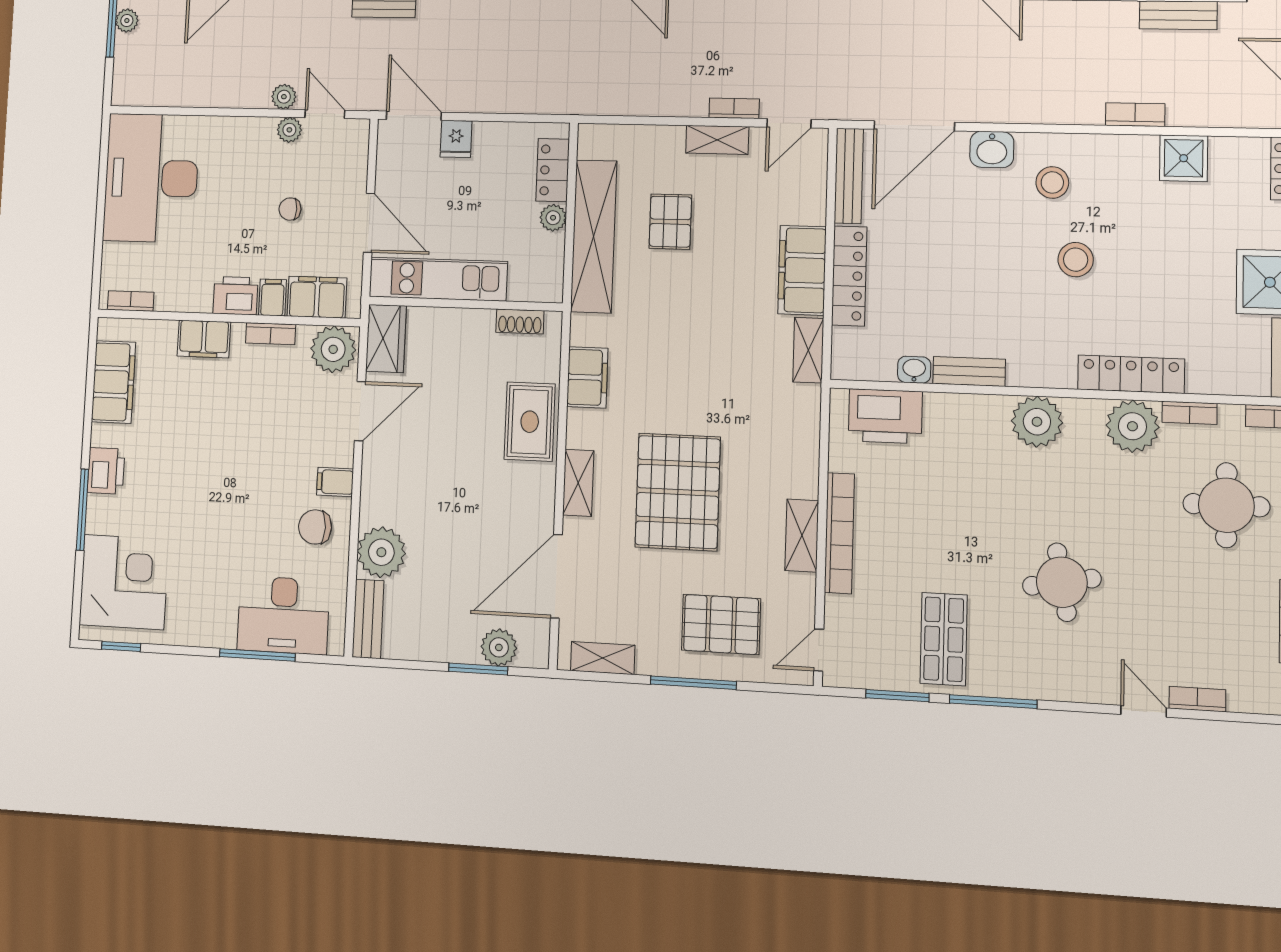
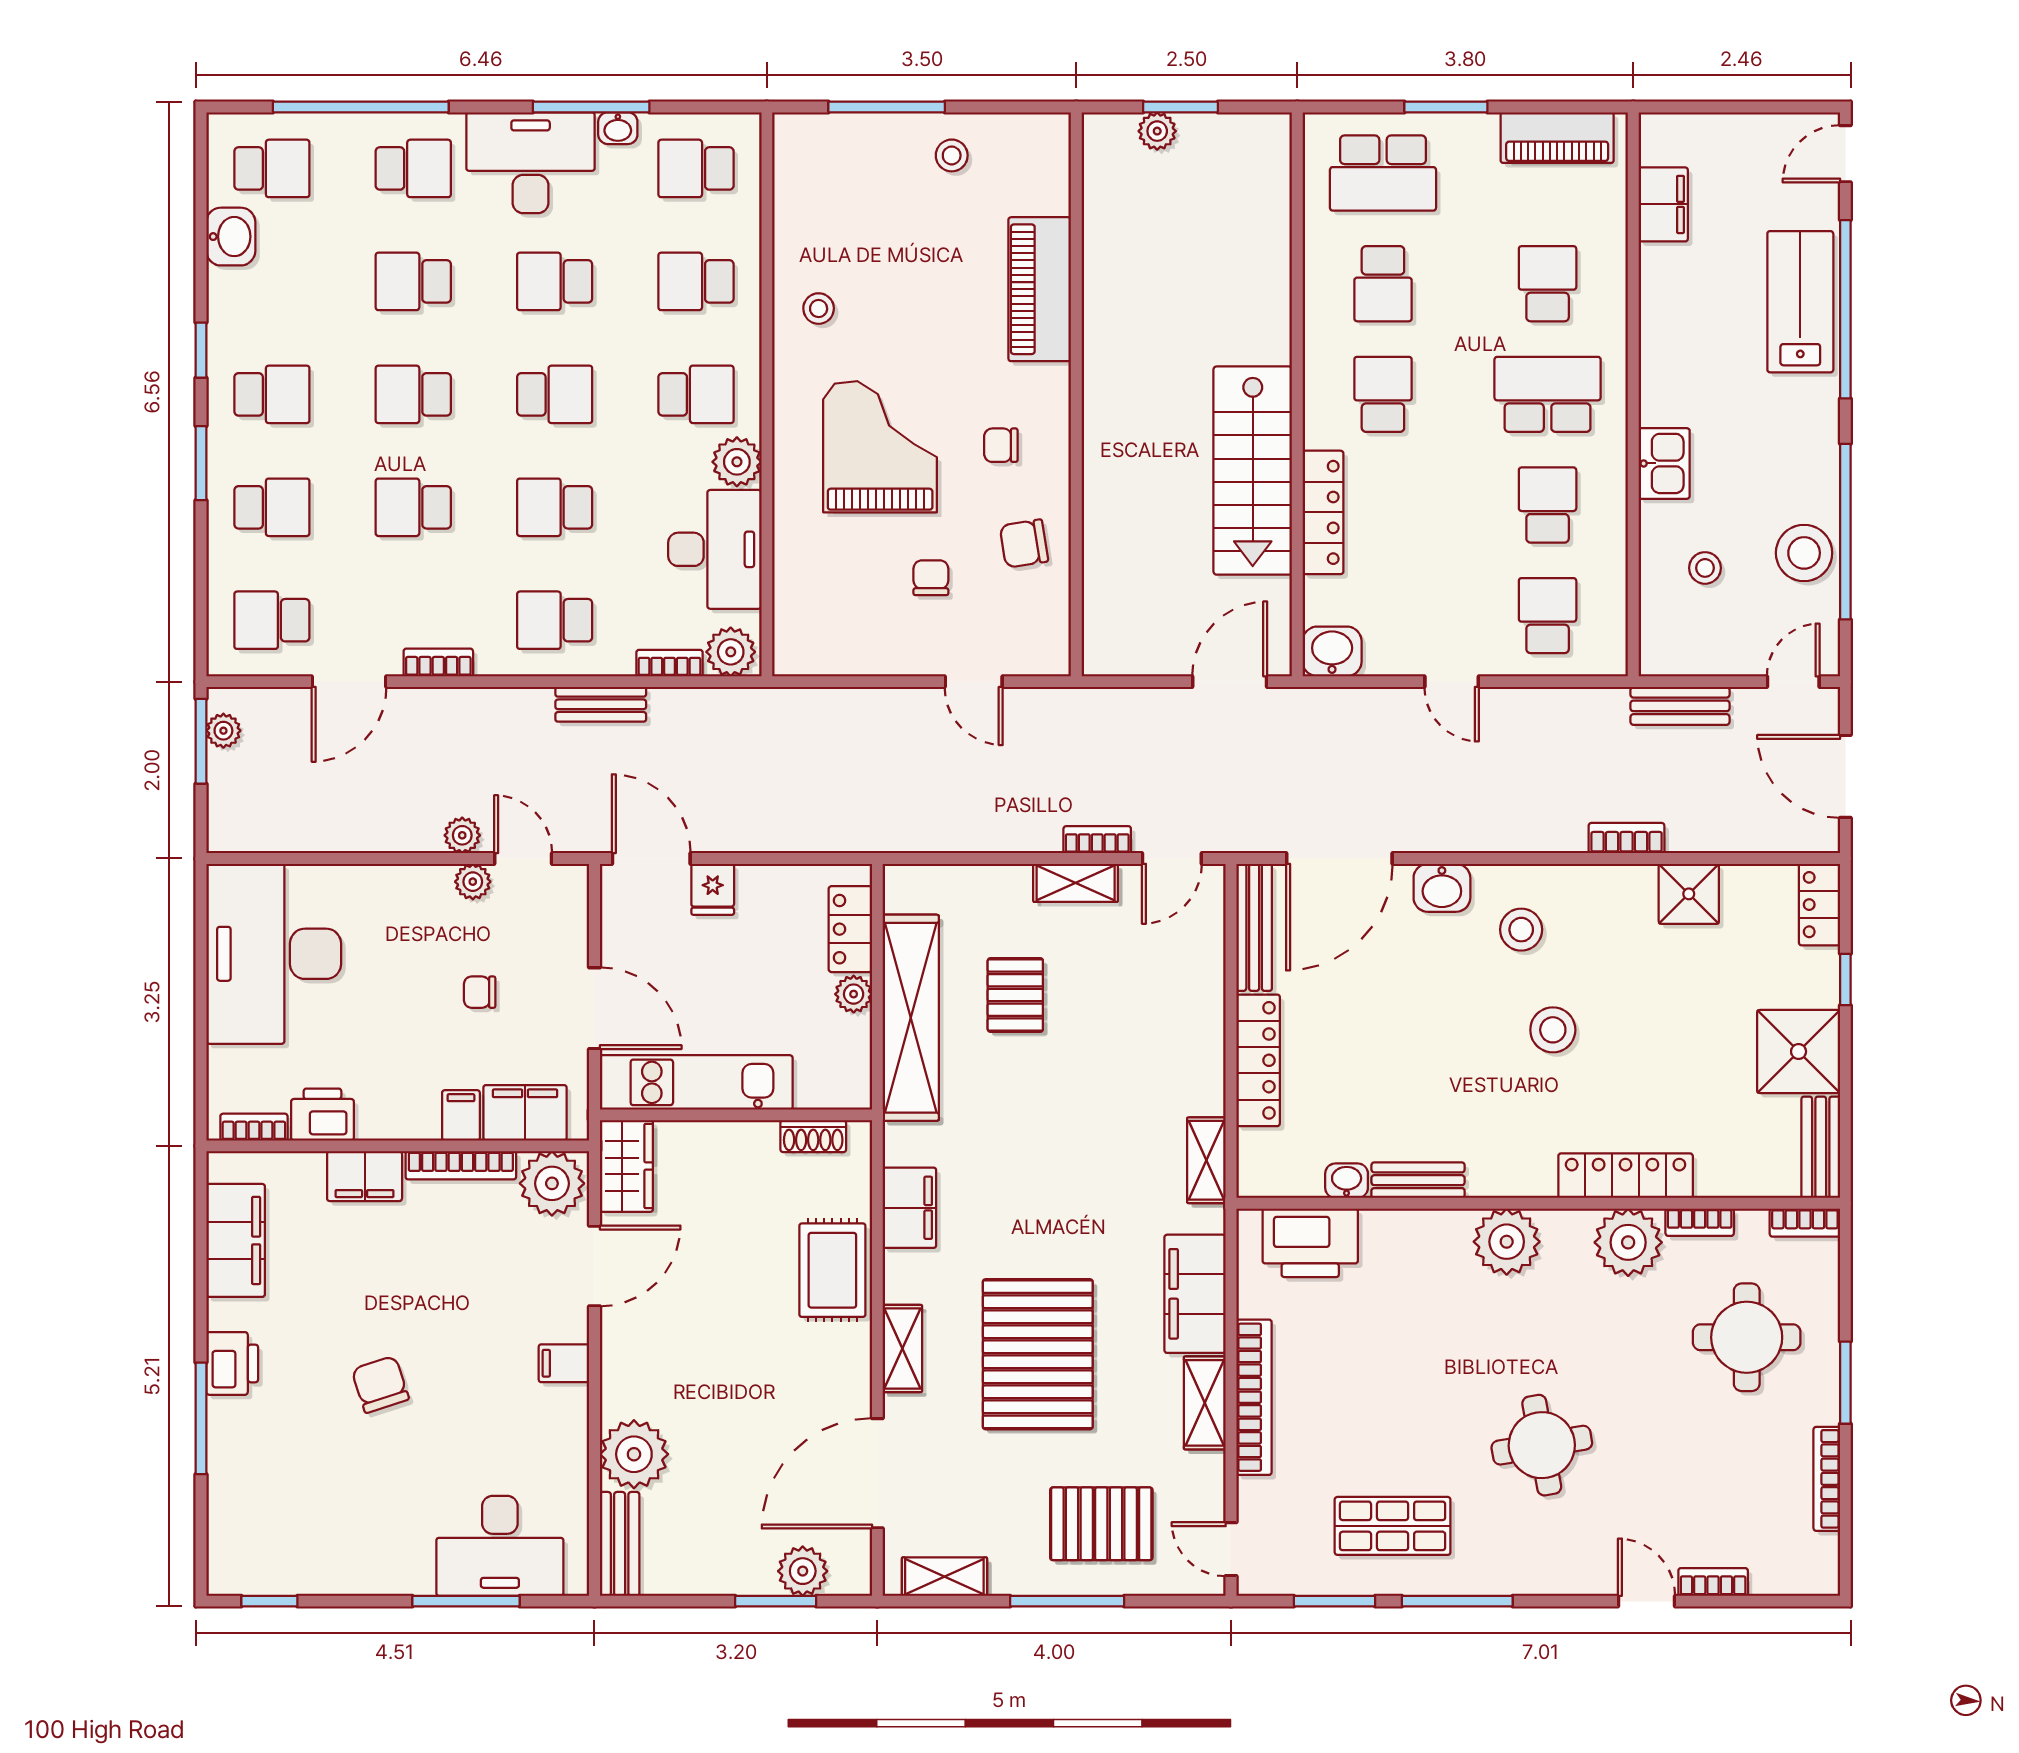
filing cabinet: (802, 270) -> (1195, 1294), moved
printer: (235, 296) -> (322, 1115), moved
bookcase: (271, 334) -> (461, 1165), width x1.56
chair: (315, 527) -> (380, 1384), moved, turned 72
corner desk: (124, 582) -> (268, 1514), removed
shop shelf: (944, 639) -> (1393, 1526), turned 90
door: (819, 650) -> (1231, 1549), hinge flipped

